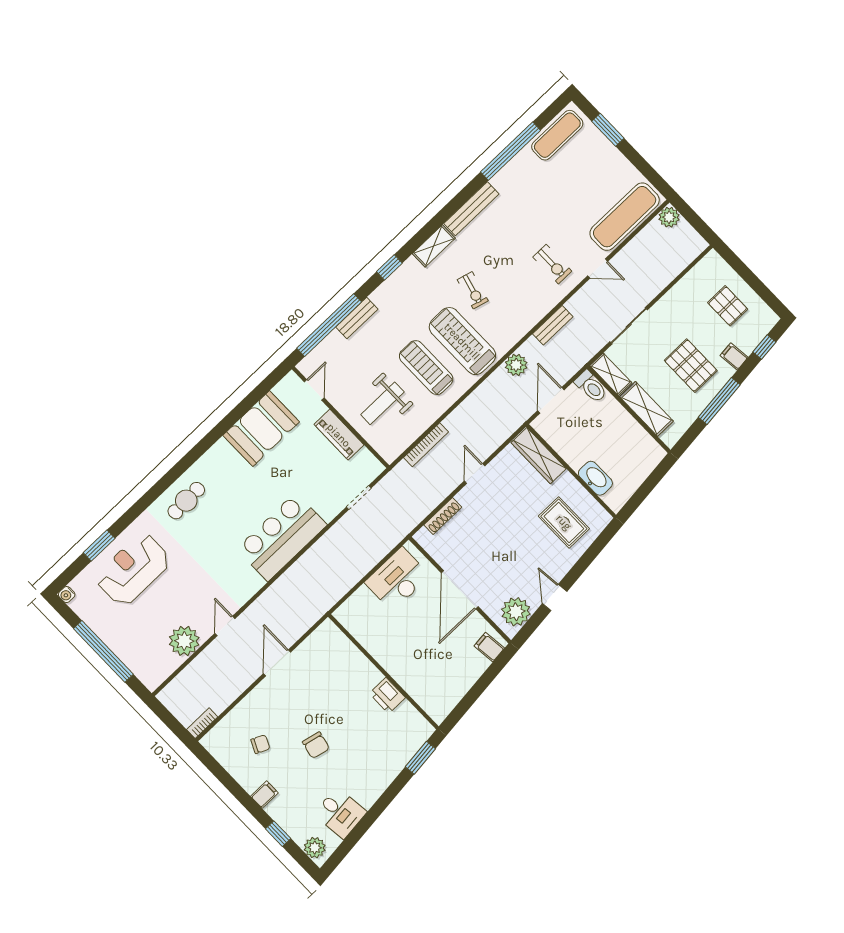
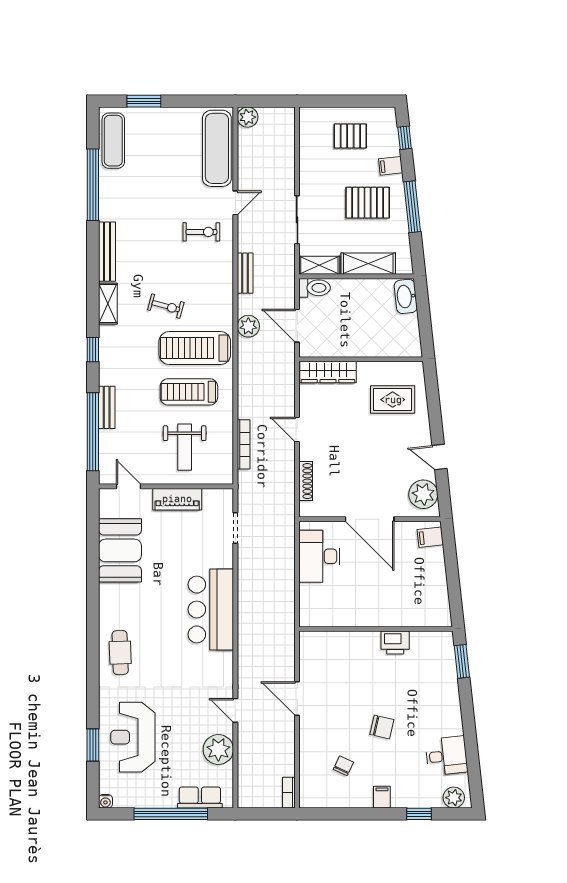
washbasin: (595, 478) -> (406, 296), moved, turned -96
row of seats: (136, 661) -> (200, 798), added

